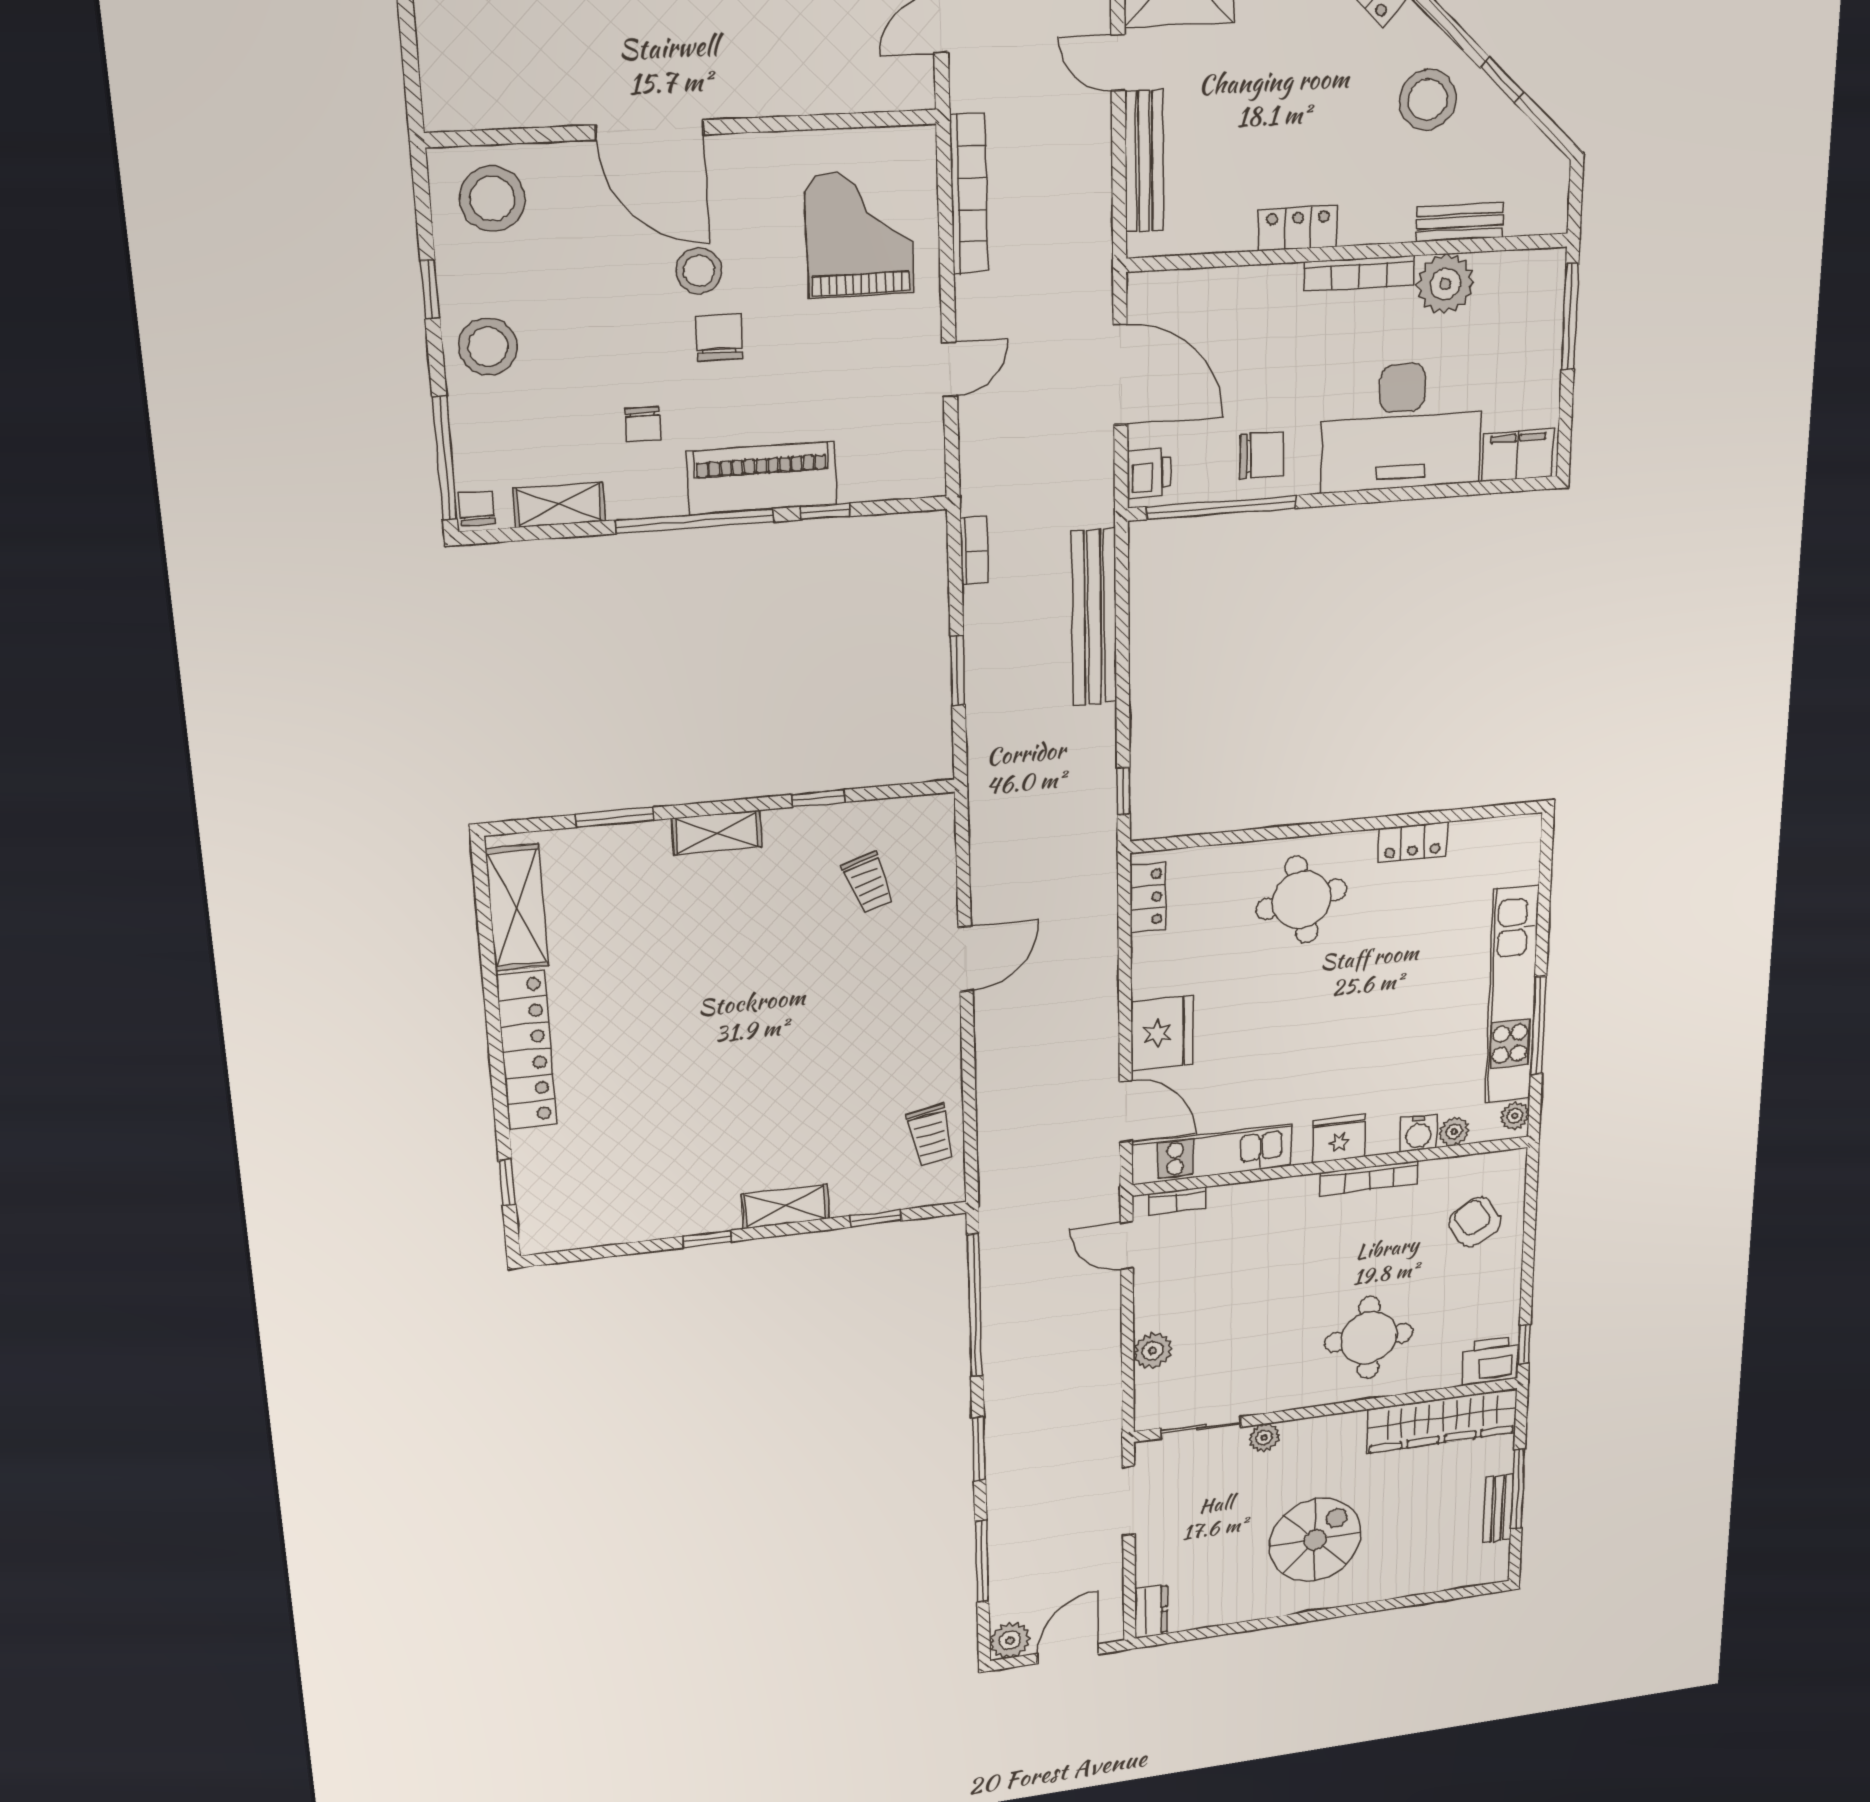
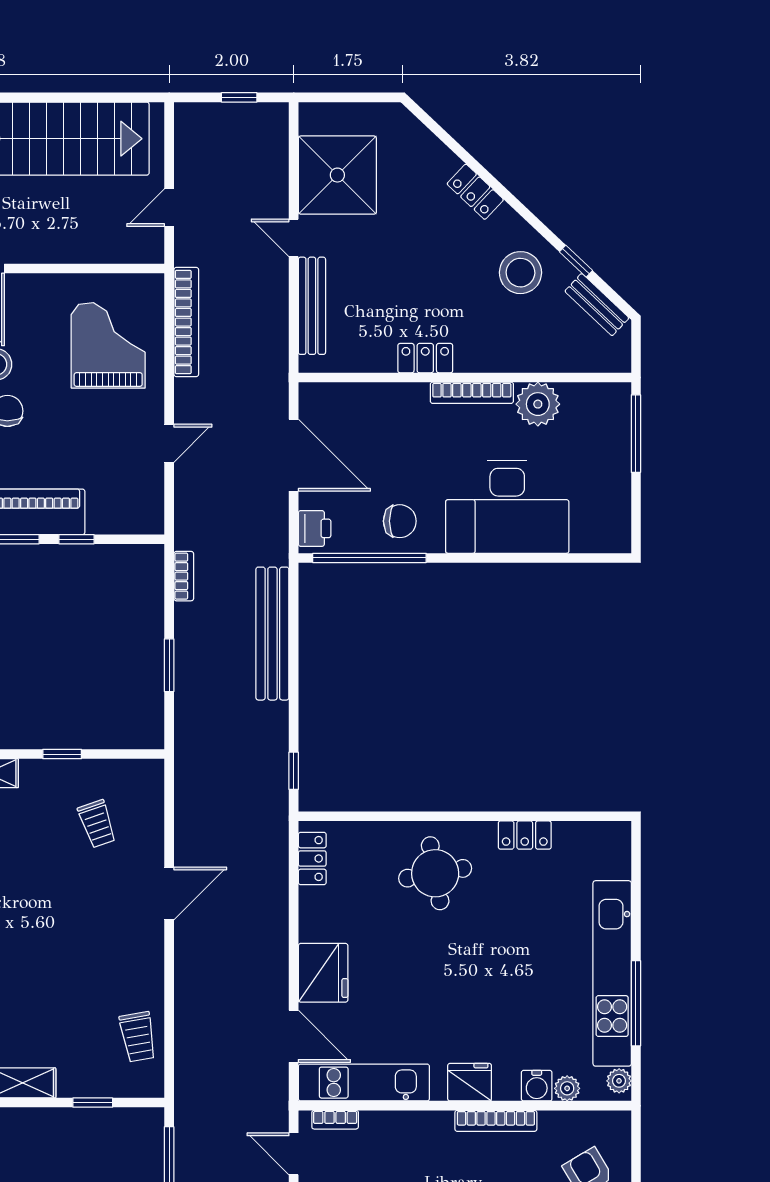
bench: (1460, 222) -> (597, 305), moved, turned 43
filing cabinet: (1518, 455) -> (599, 535), removed

